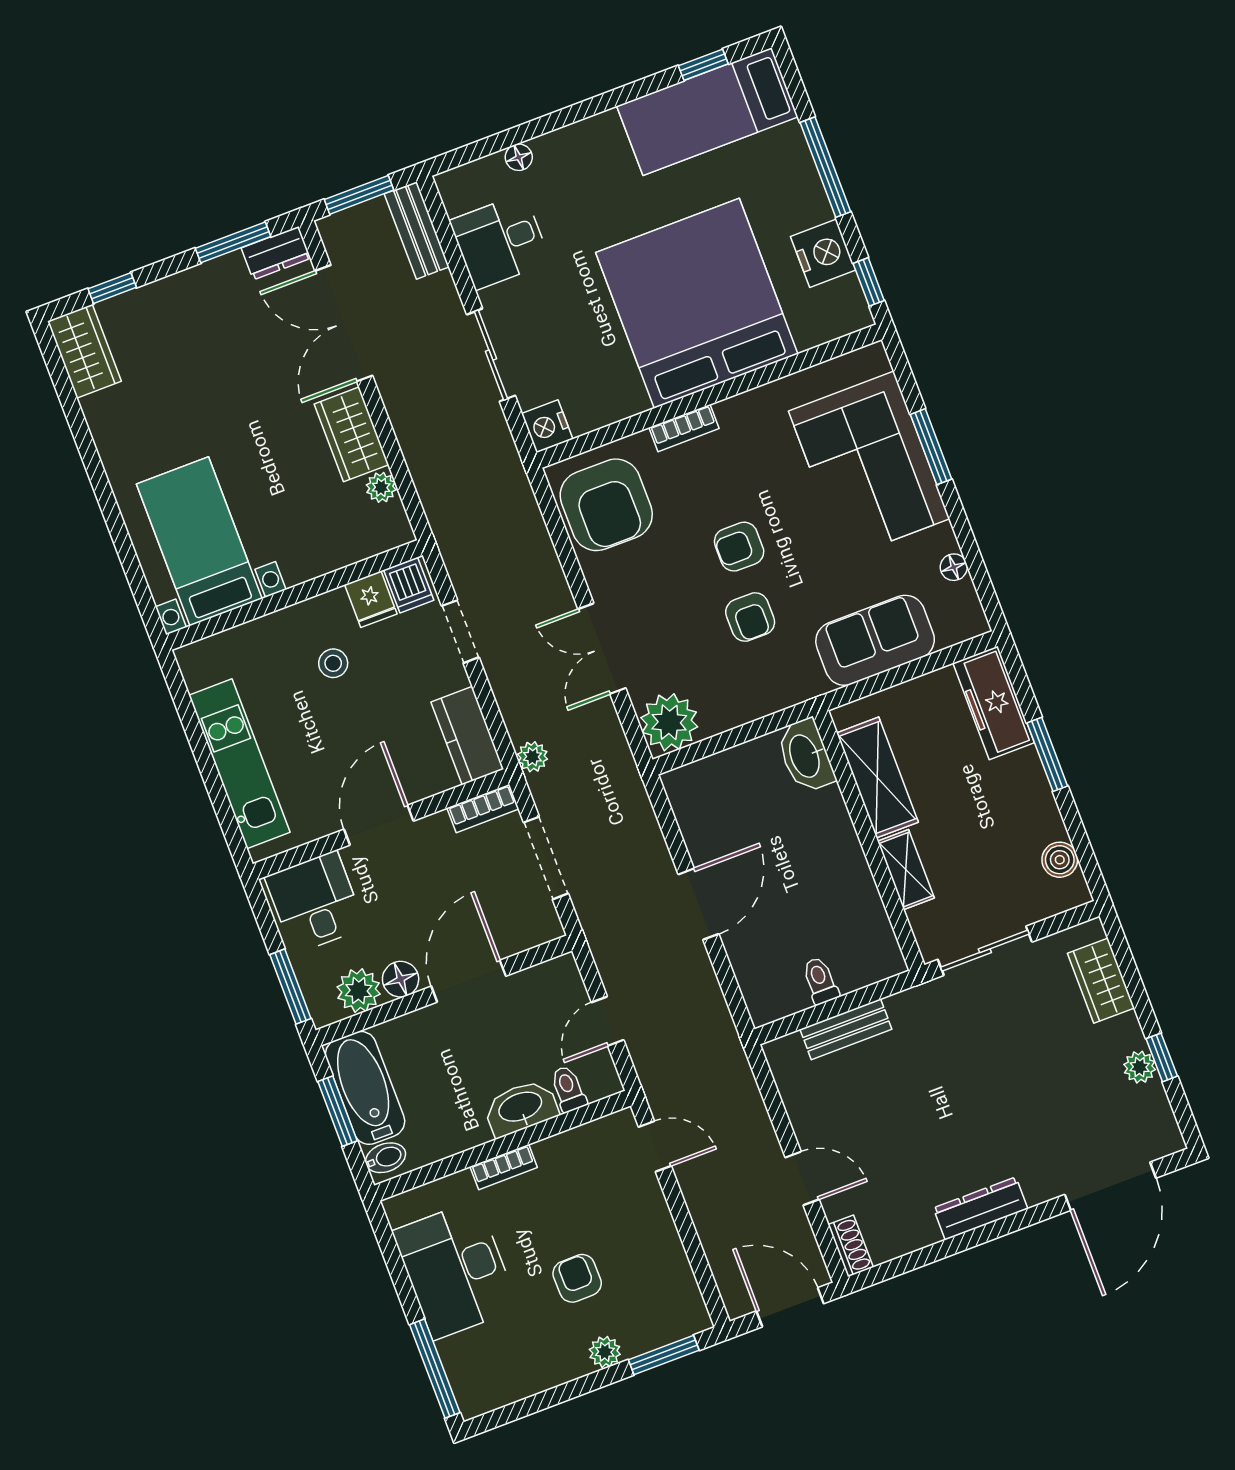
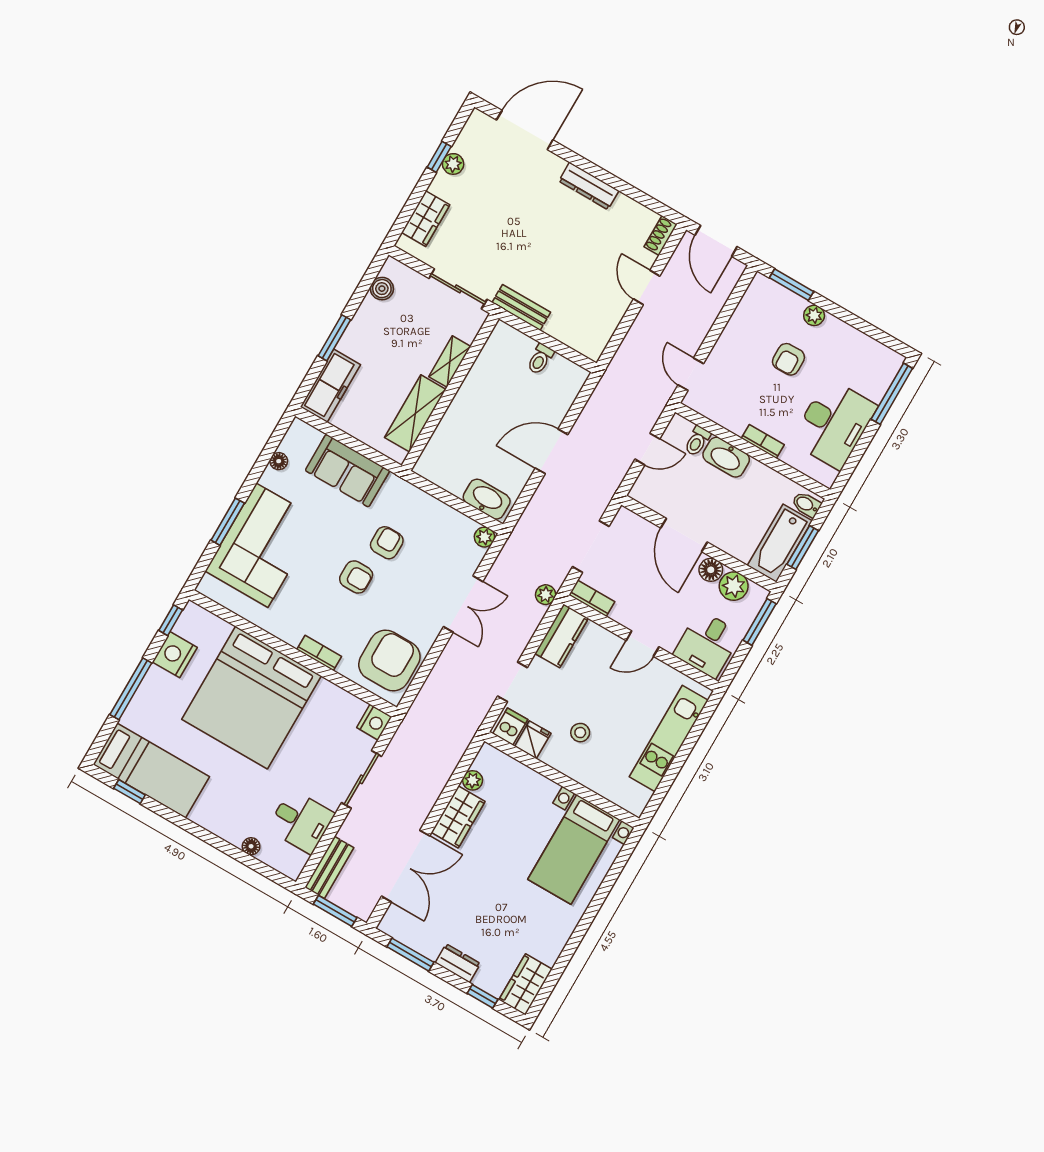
dresser: (276, 253) -> (458, 963), moved
plant: (669, 722) -> (484, 537), width x0.53, depth x0.53
washbasin: (806, 756) -> (487, 499), moved, turned -90
door: (379, 825) -> (643, 644), width x0.73
door: (469, 981) -> (684, 535), hinge flipped
bench: (846, 1029) -> (521, 307), moved

